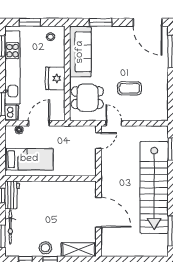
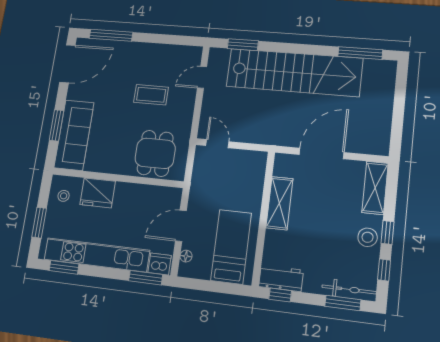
sofa: (80, 52) -> (74, 135), moved, turned 90
fridge: (55, 78) -> (98, 193), moved
coffee table: (129, 88) -> (151, 95), turned 90
door: (39, 123) -> (181, 226), hinge flipped
door: (114, 123) -> (202, 77), moved
shelving: (62, 188) -> (279, 203), added
bicycle: (10, 227) -> (349, 289), moved

